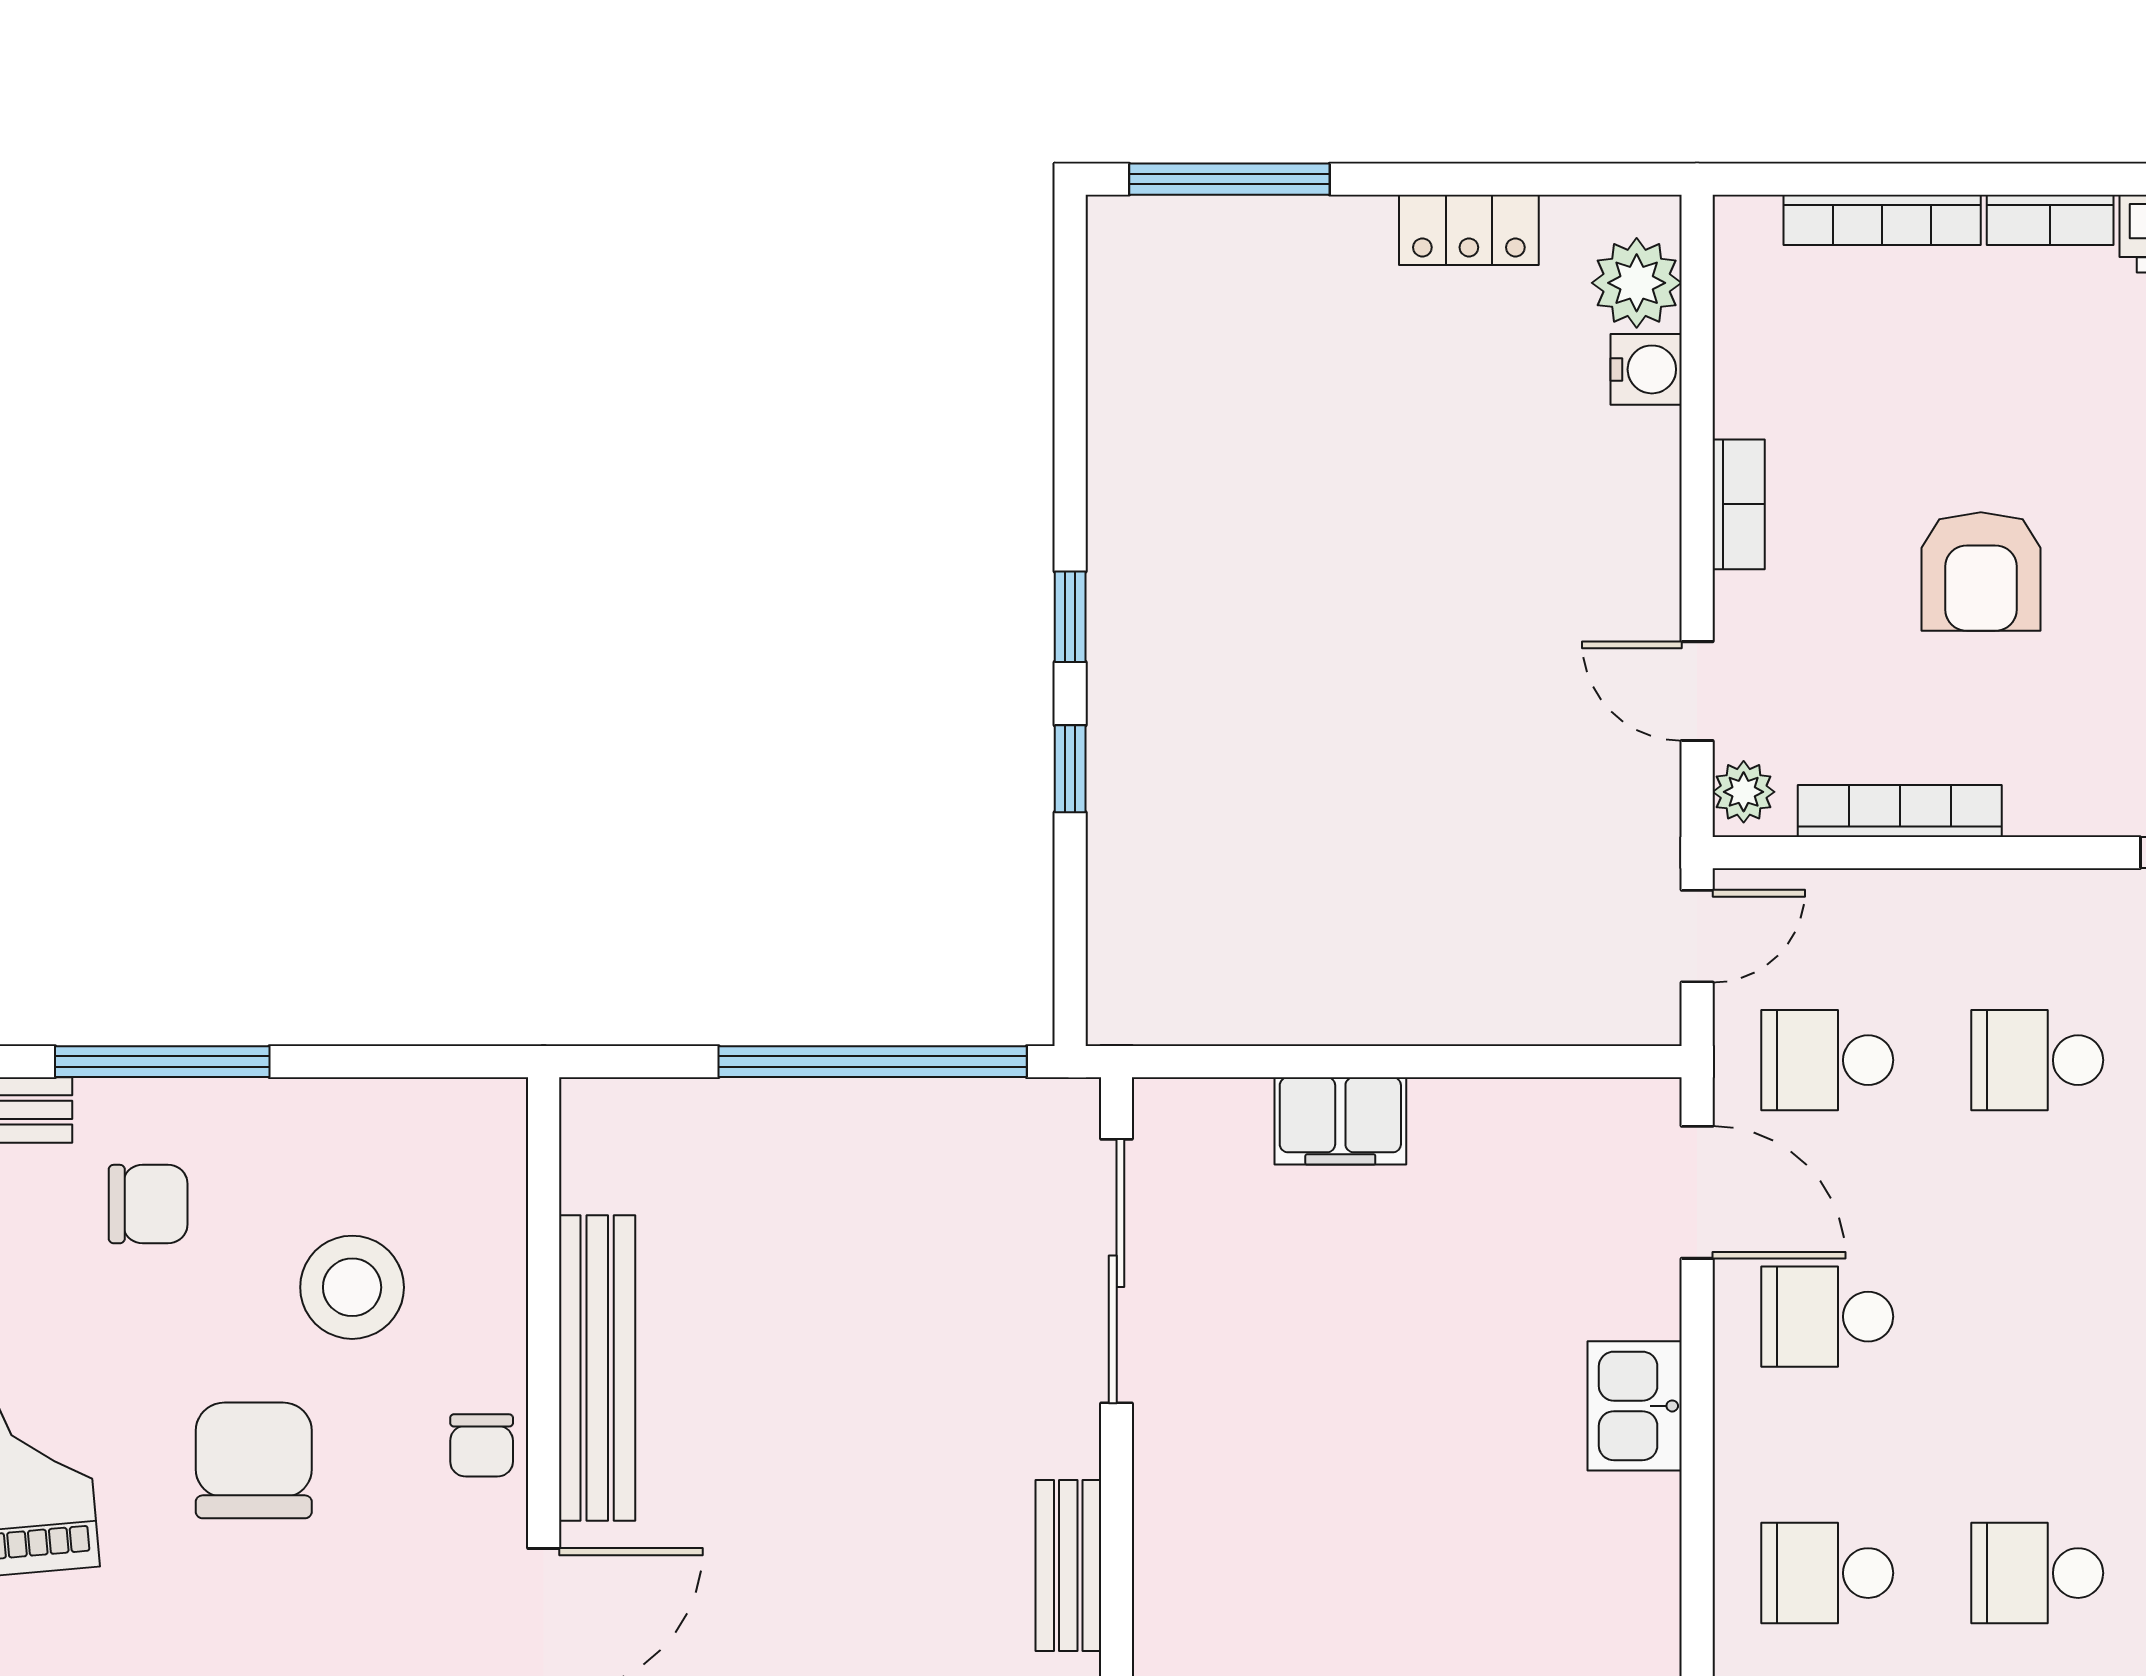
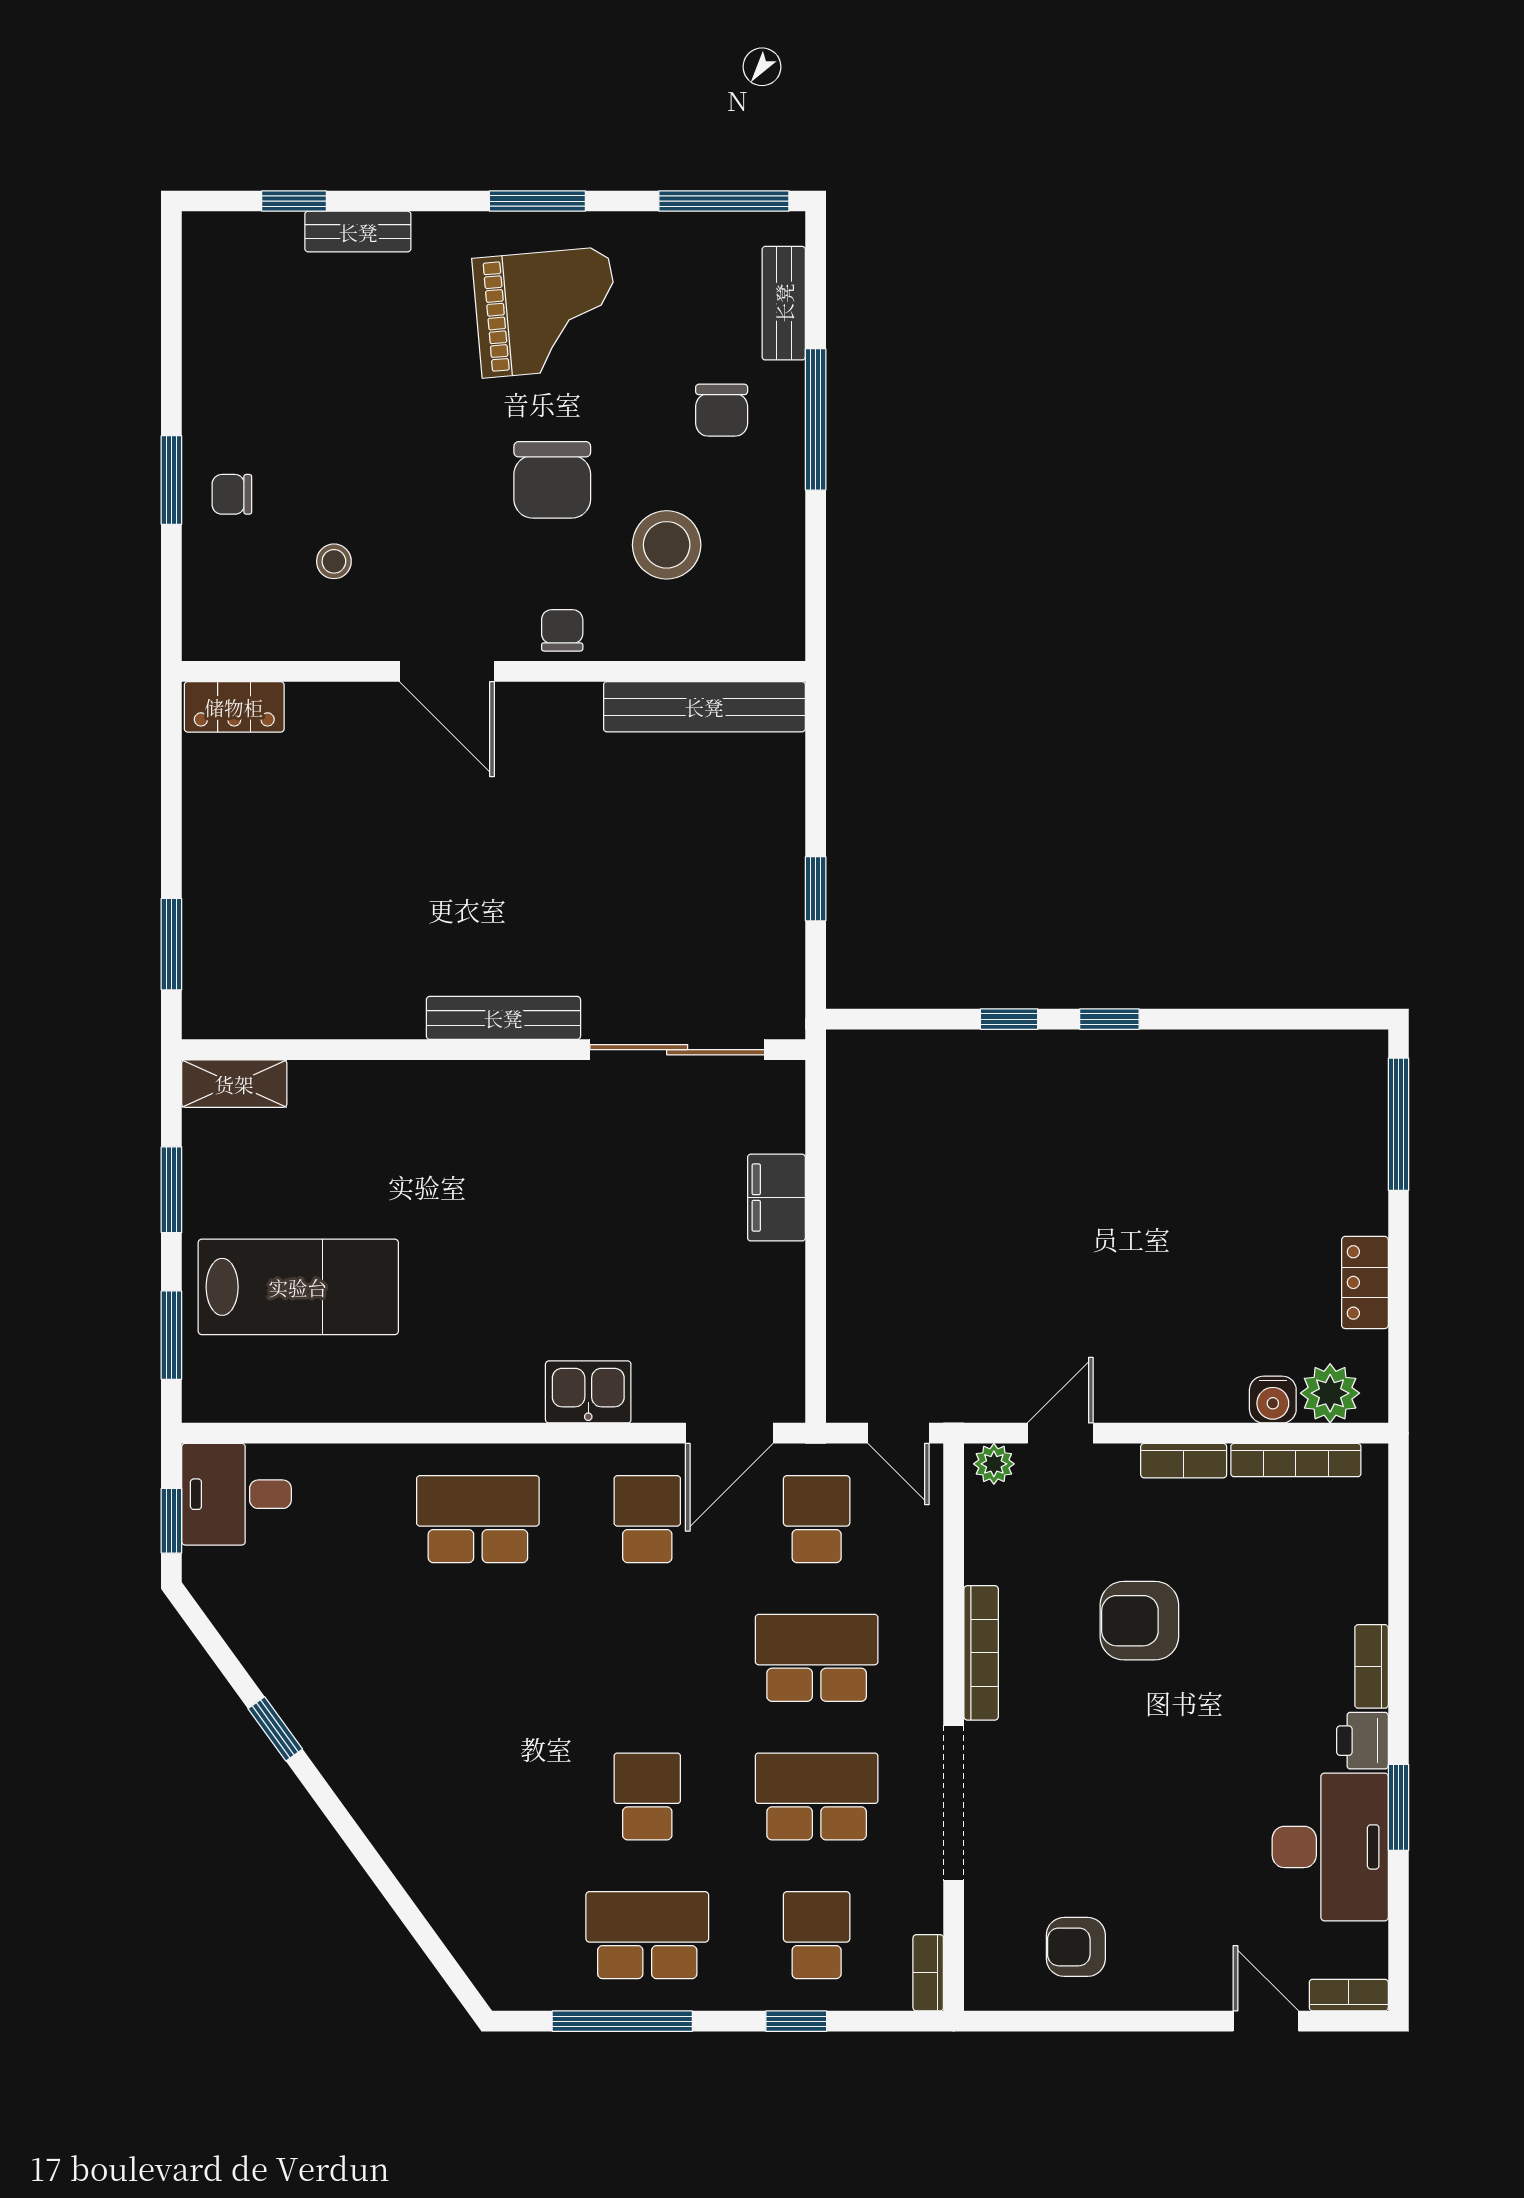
bookcase: (1882, 220) -> (1296, 1460), moved, turned -90
bookcase: (1900, 811) -> (981, 1653), moved
school desk: (2037, 1060) -> (817, 1658), width x1.85
window: (873, 1062) -> (816, 889), width x0.32
bench: (597, 1368) -> (704, 707), moved
chair: (482, 1445) -> (562, 630), turned 90
chair: (254, 1460) -> (552, 480), turned 90
bench: (1068, 1565) -> (503, 1018), width x1.36
school desk: (1827, 1573) -> (478, 1519), width x1.85
school desk: (2037, 1573) -> (478, 1658), removed

